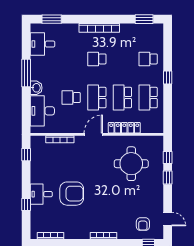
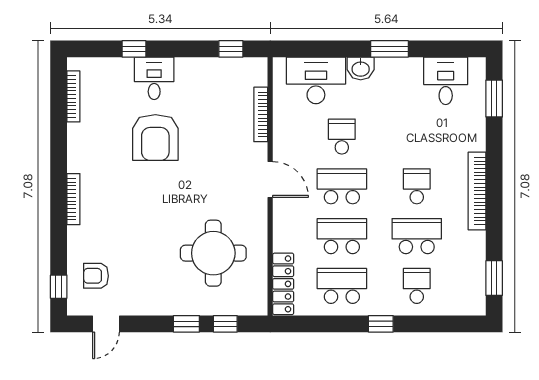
school desk: (122, 59) -> (417, 236), added
window: (26, 73) -> (389, 49), width x0.69
locker: (124, 128) -> (283, 284), moved

